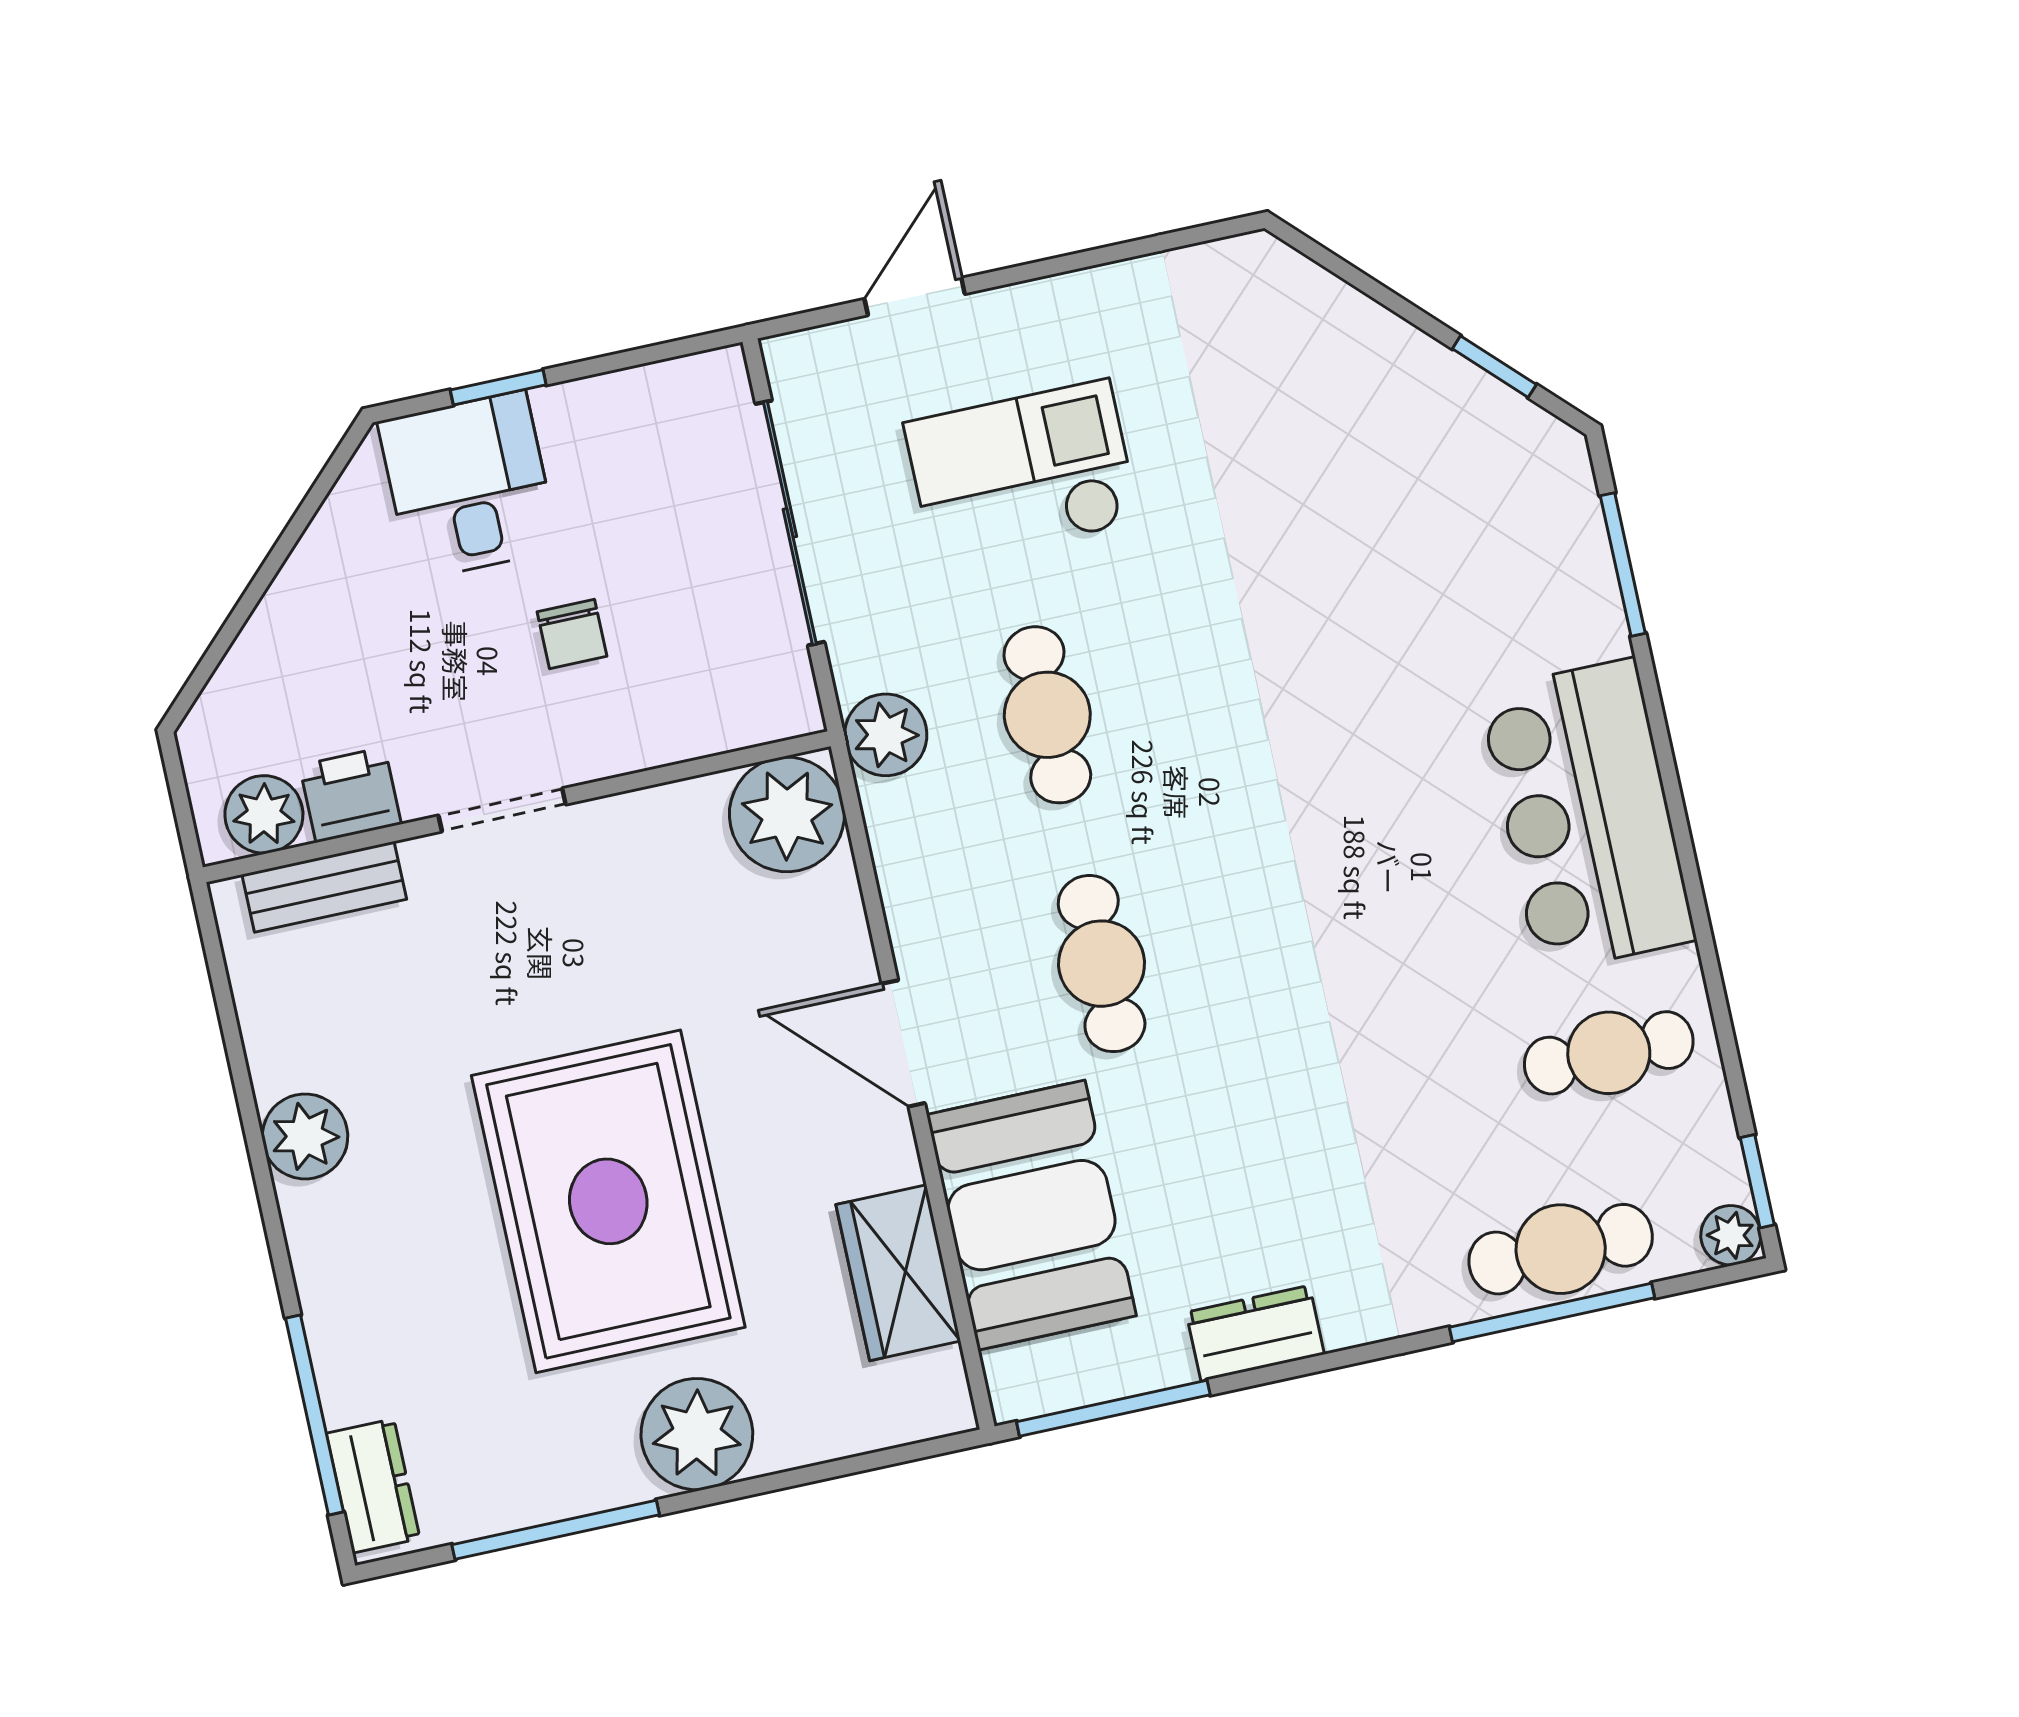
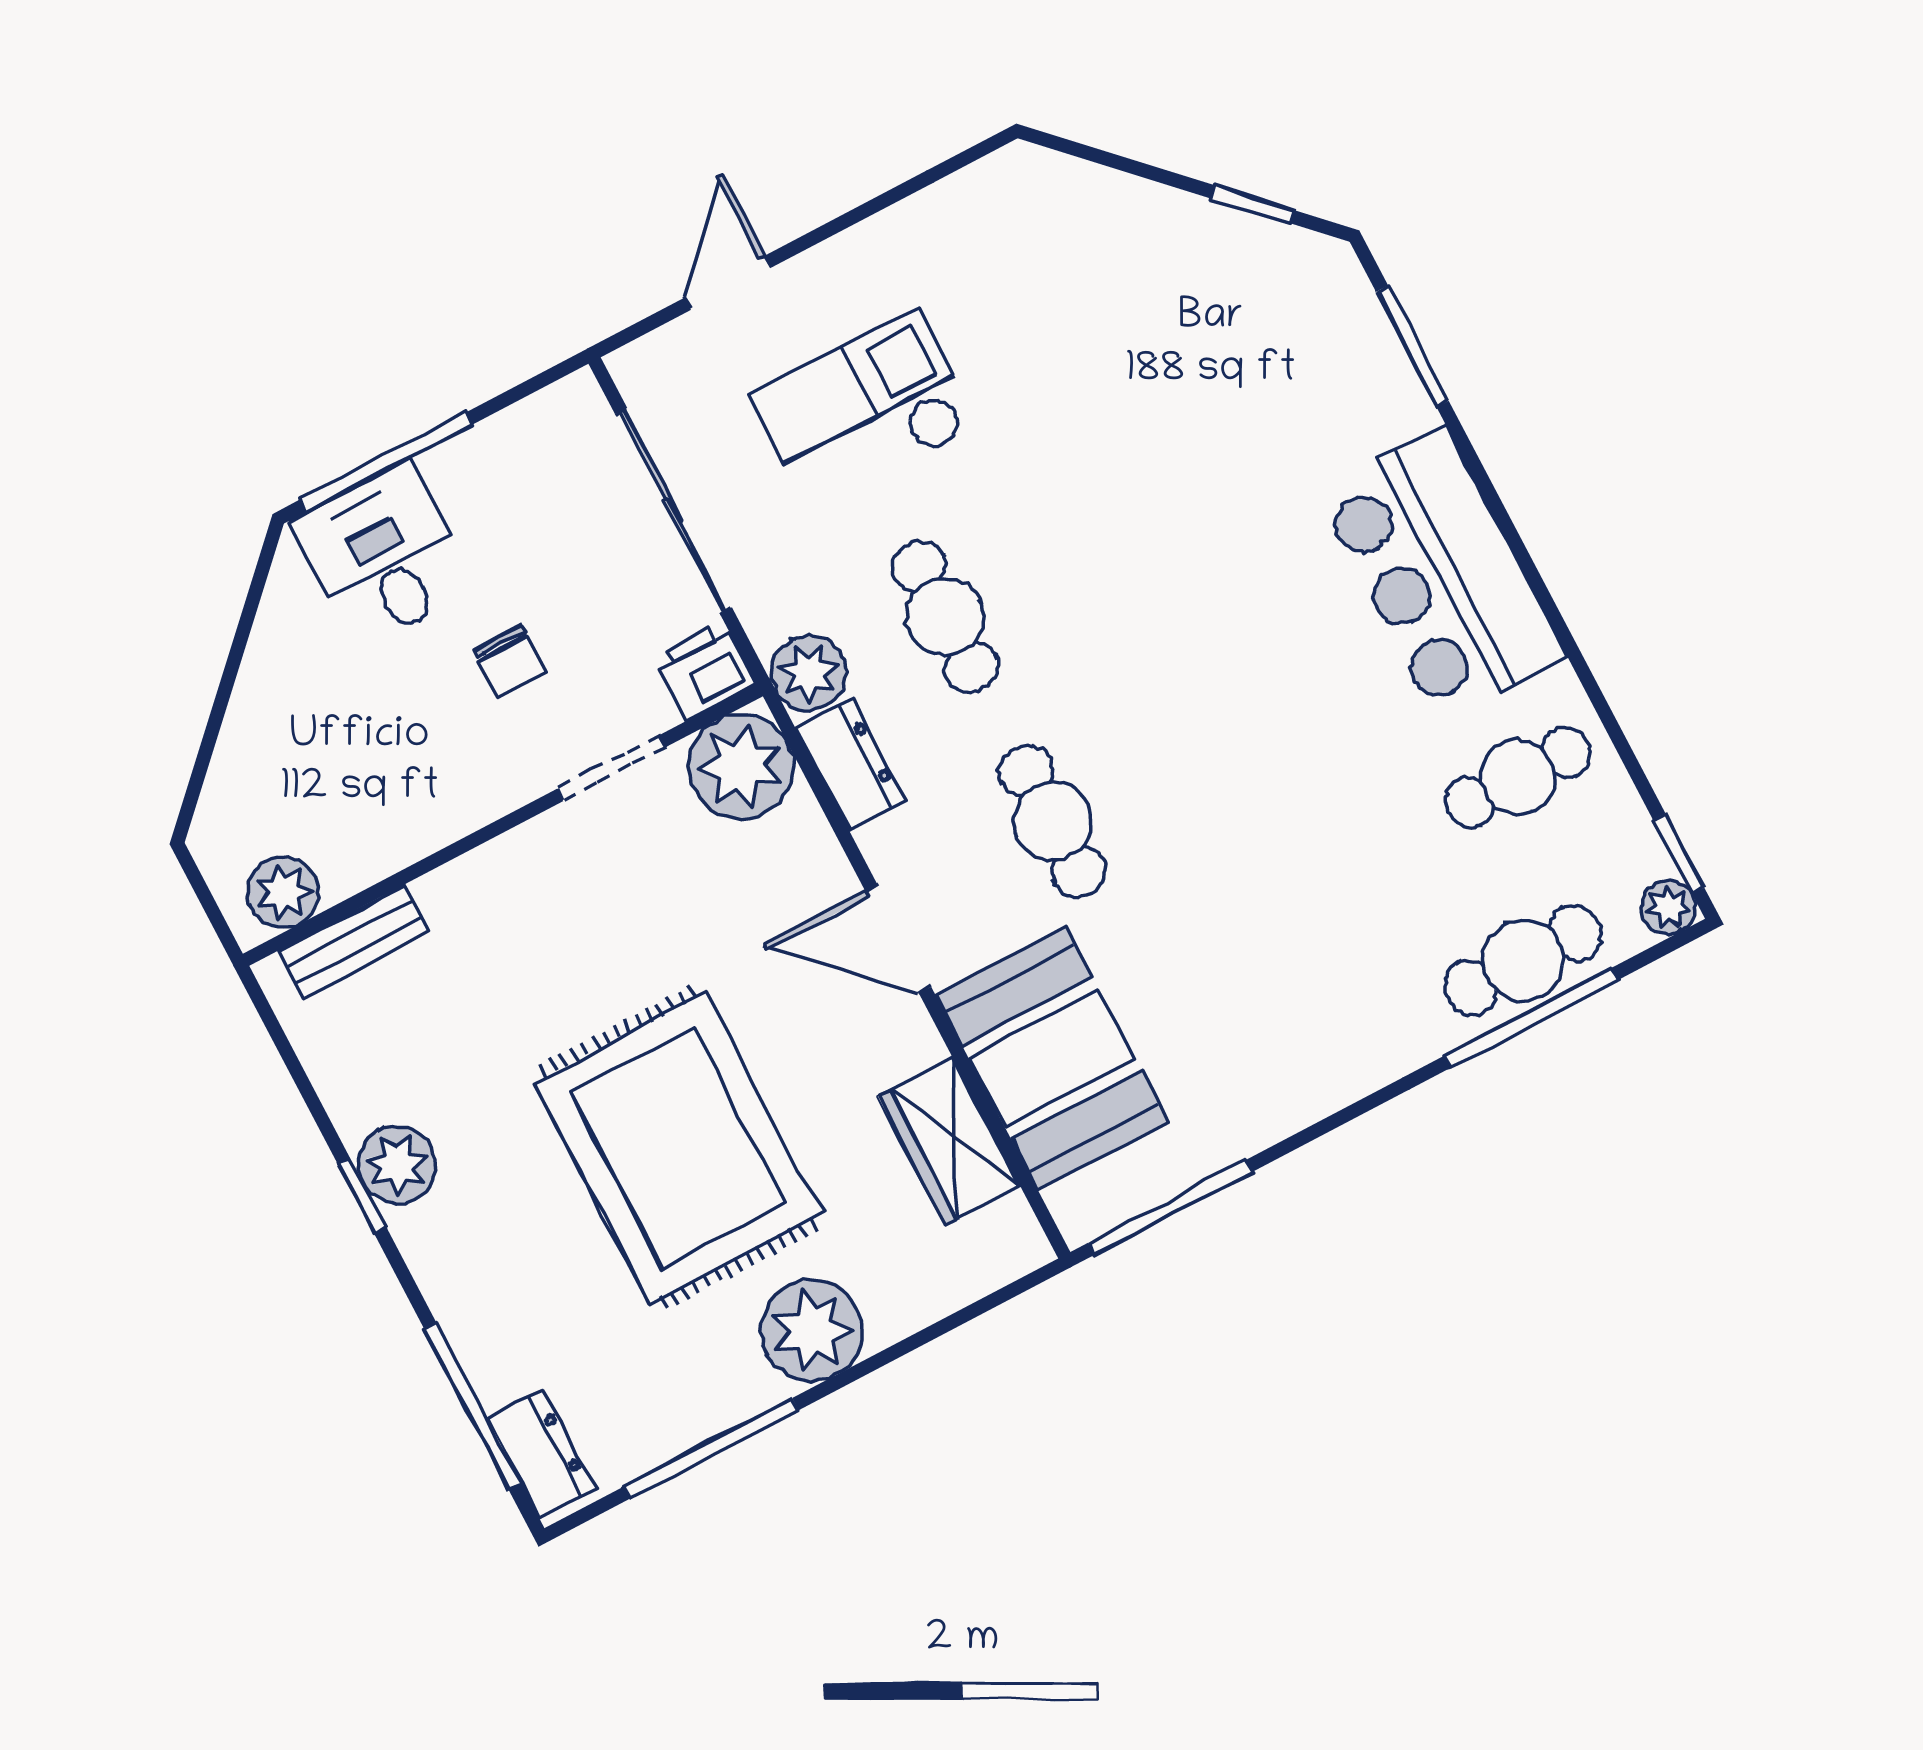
window: (498, 387) -> (386, 462), width x2.17
printer: (350, 795) -> (705, 671), moved
doorway: (502, 810) -> (612, 768), moved
window: (259, 1159) -> (362, 1196), added
dresser: (1255, 1333) -> (851, 764), moved, turned 90

